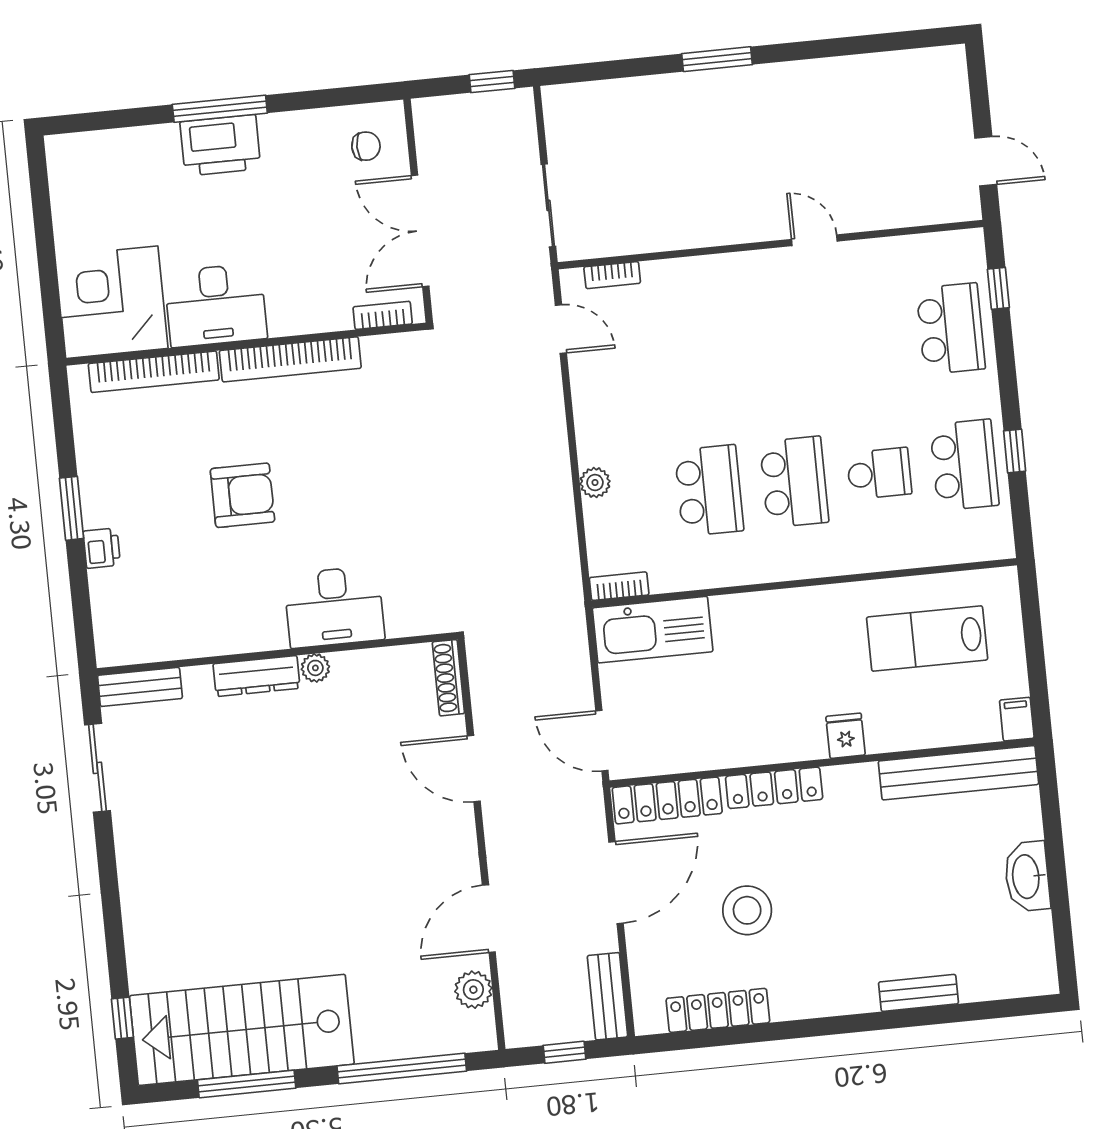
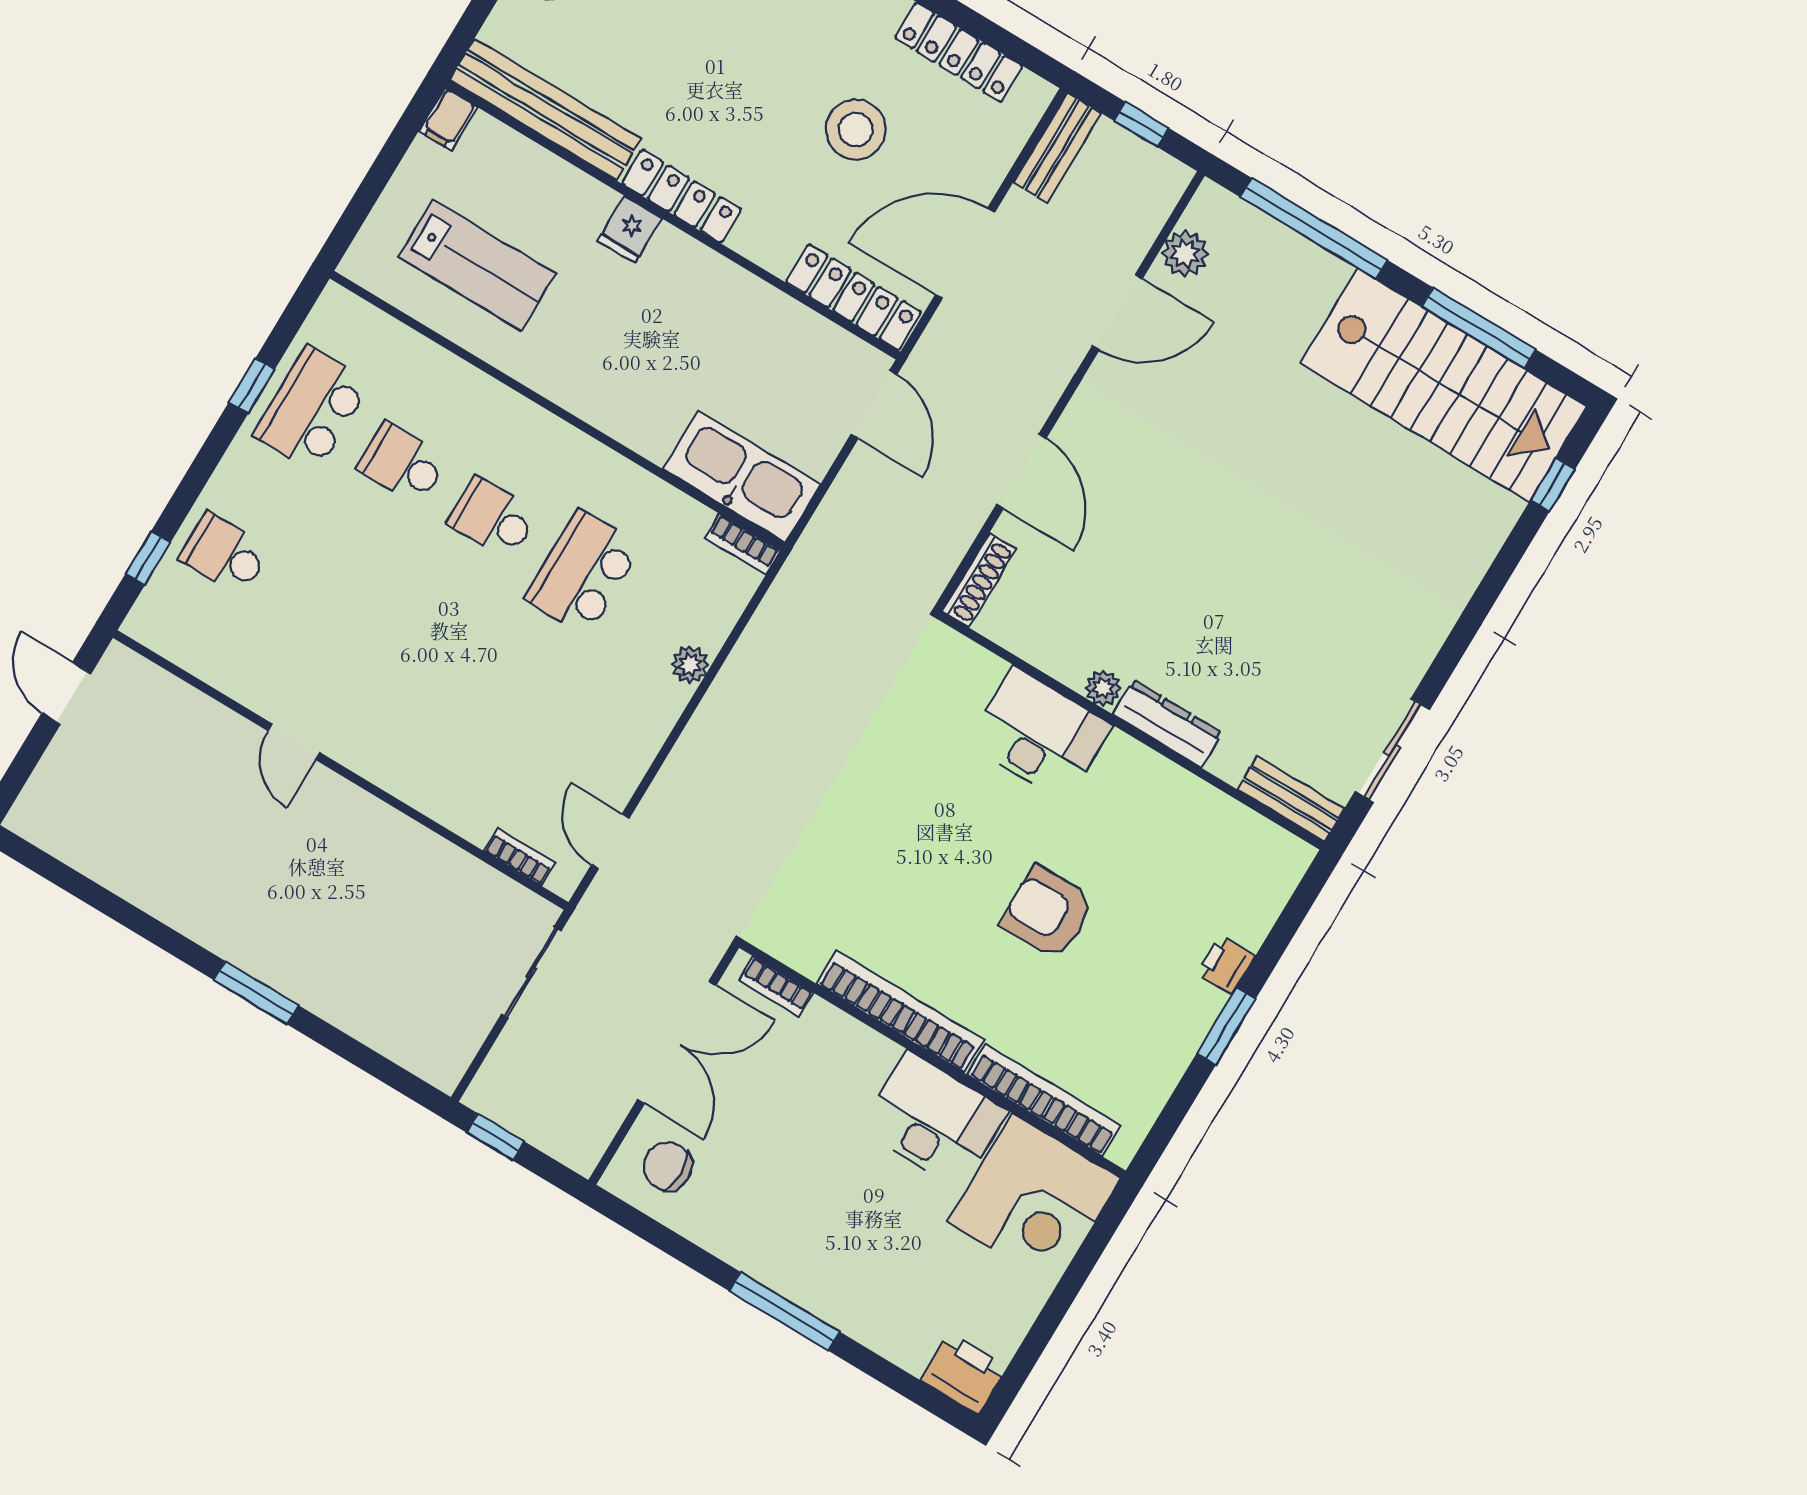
printer: (220, 145) -> (964, 1373), moved, width x0.73, depth x0.84
chair: (366, 146) -> (668, 1166), width x1.37, depth x1.37
school desk: (951, 329) -> (225, 554), width x0.54
school desk: (794, 482) -> (493, 518), width x0.54
locker: (774, 788) -> (682, 196), moved

